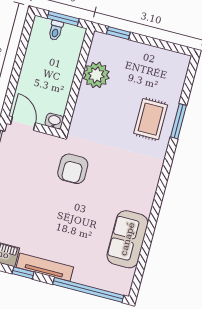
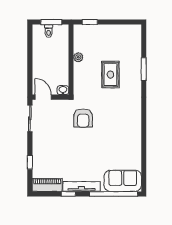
plant: (96, 75) -> (78, 57), width x0.53, depth x0.53
rug: (151, 119) -> (110, 75), moved
sofa: (127, 239) -> (123, 181), moved, turned 90

